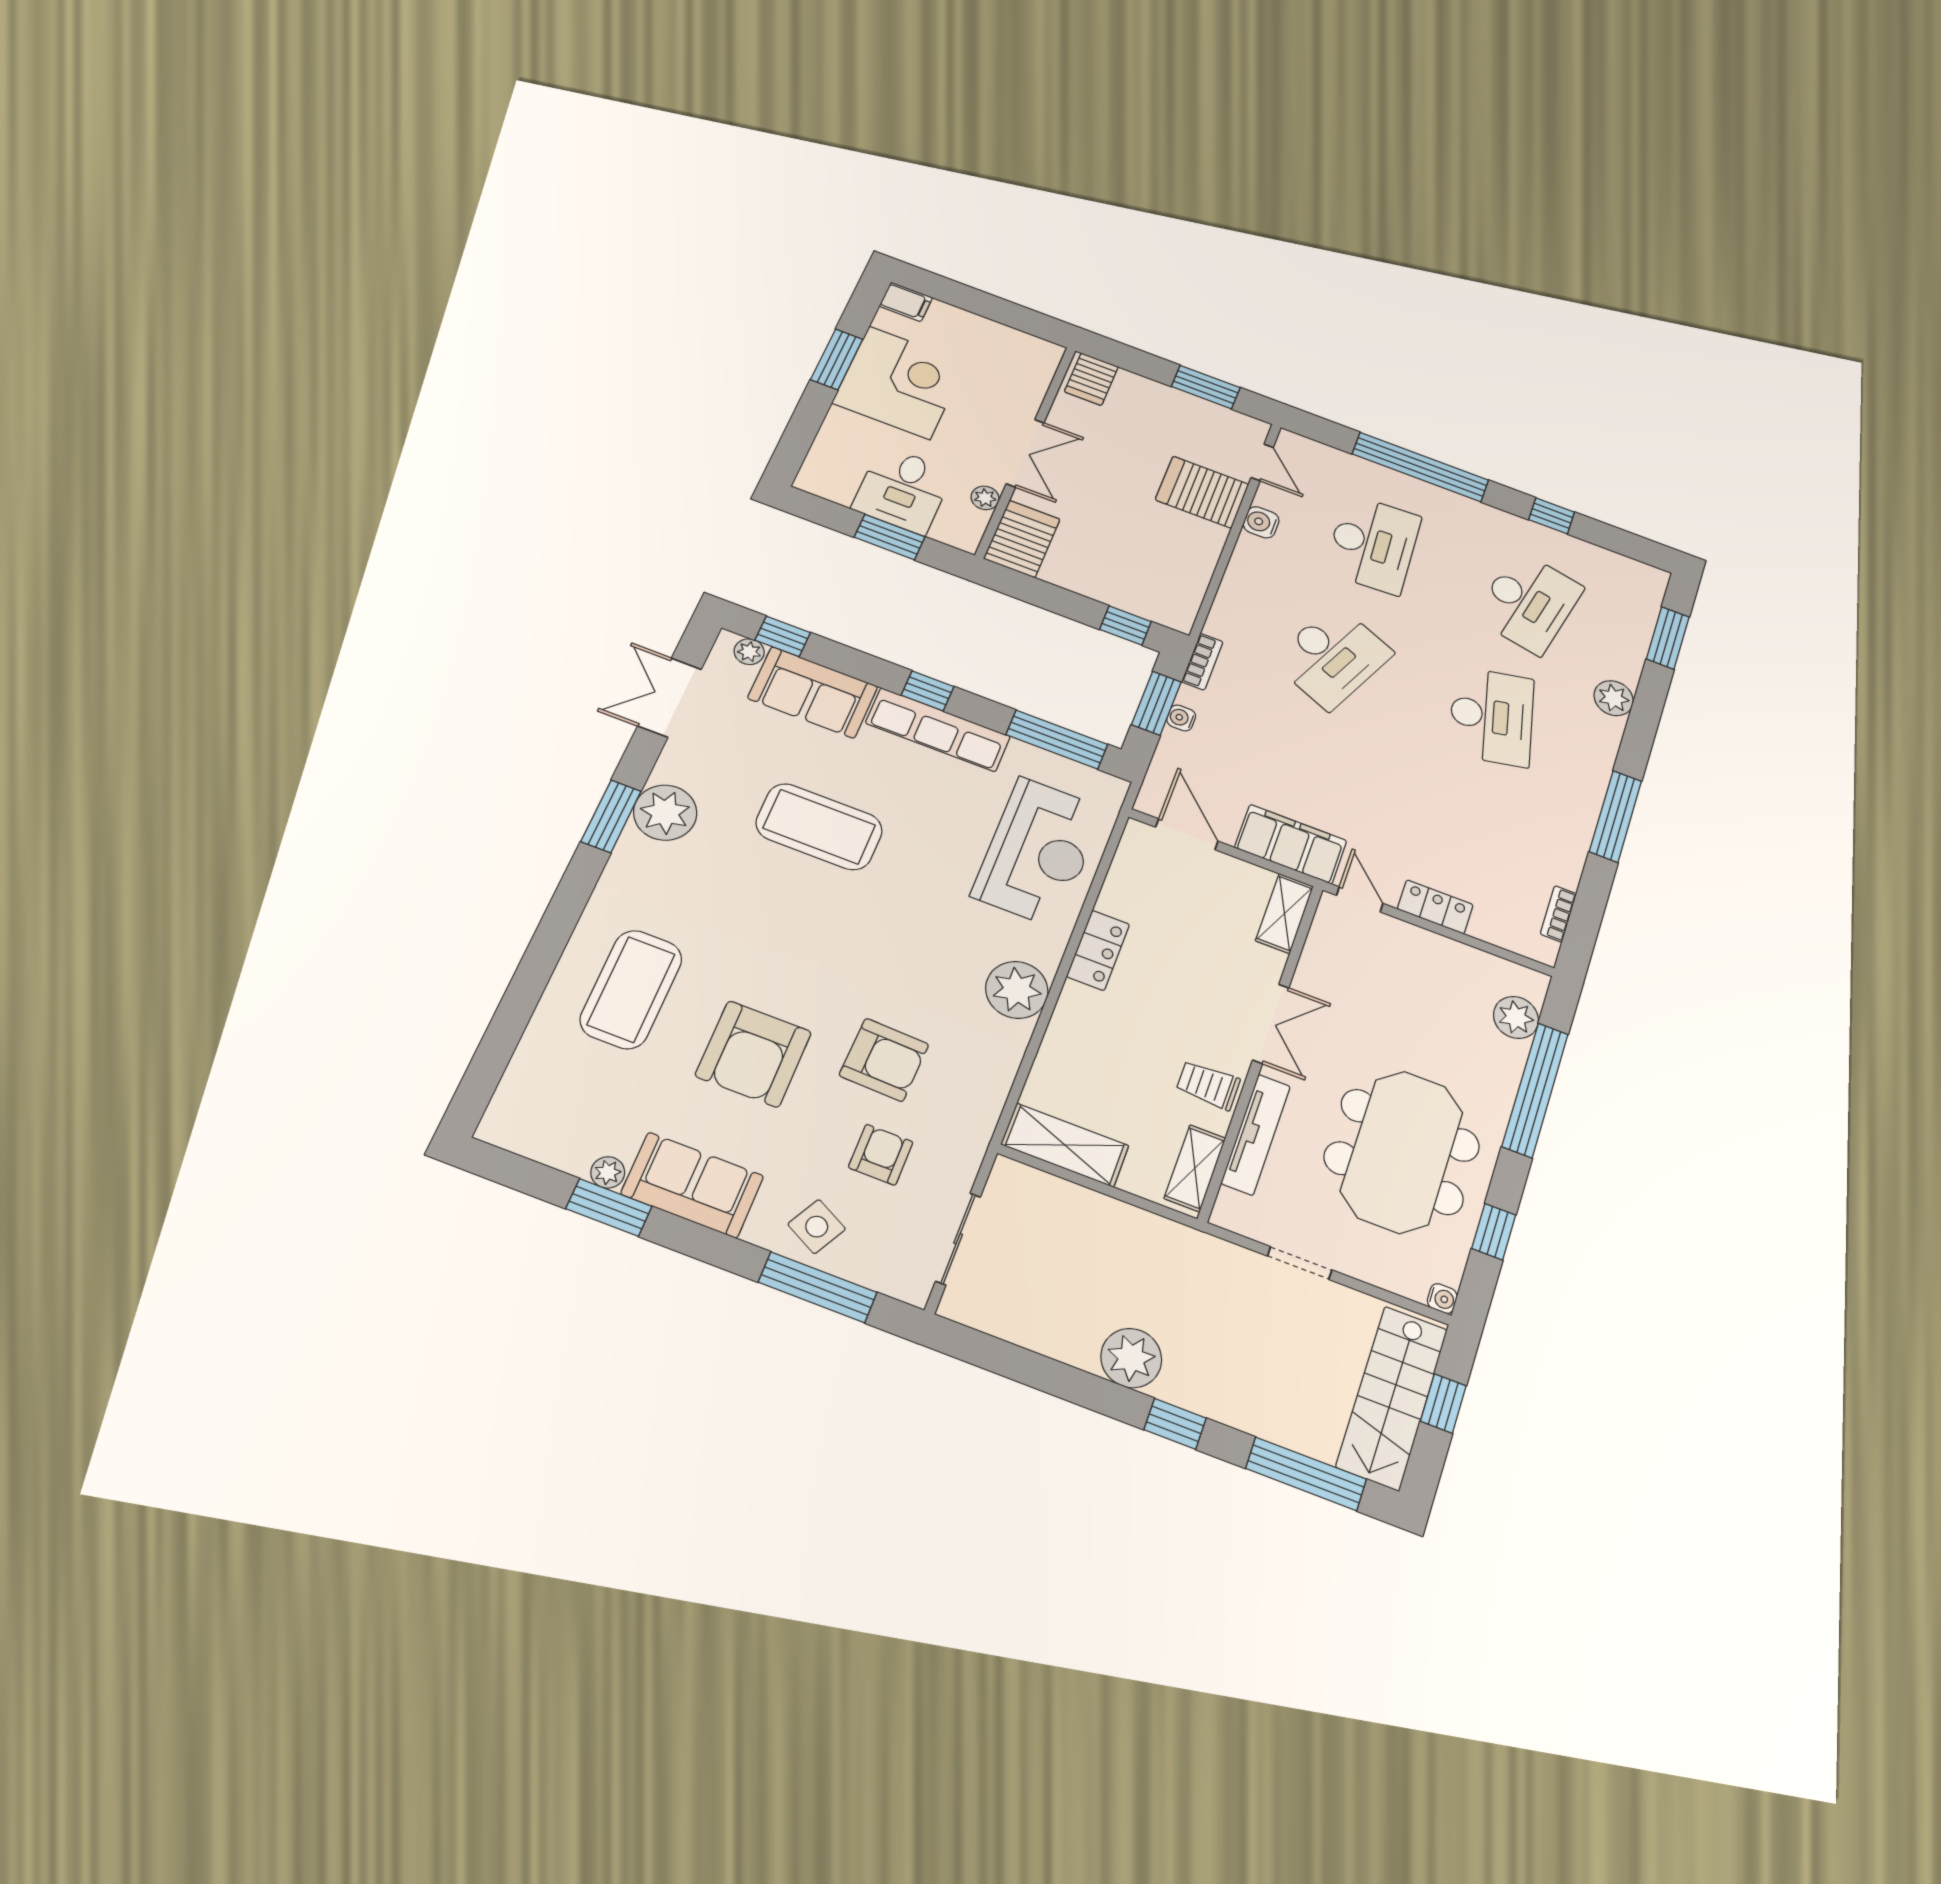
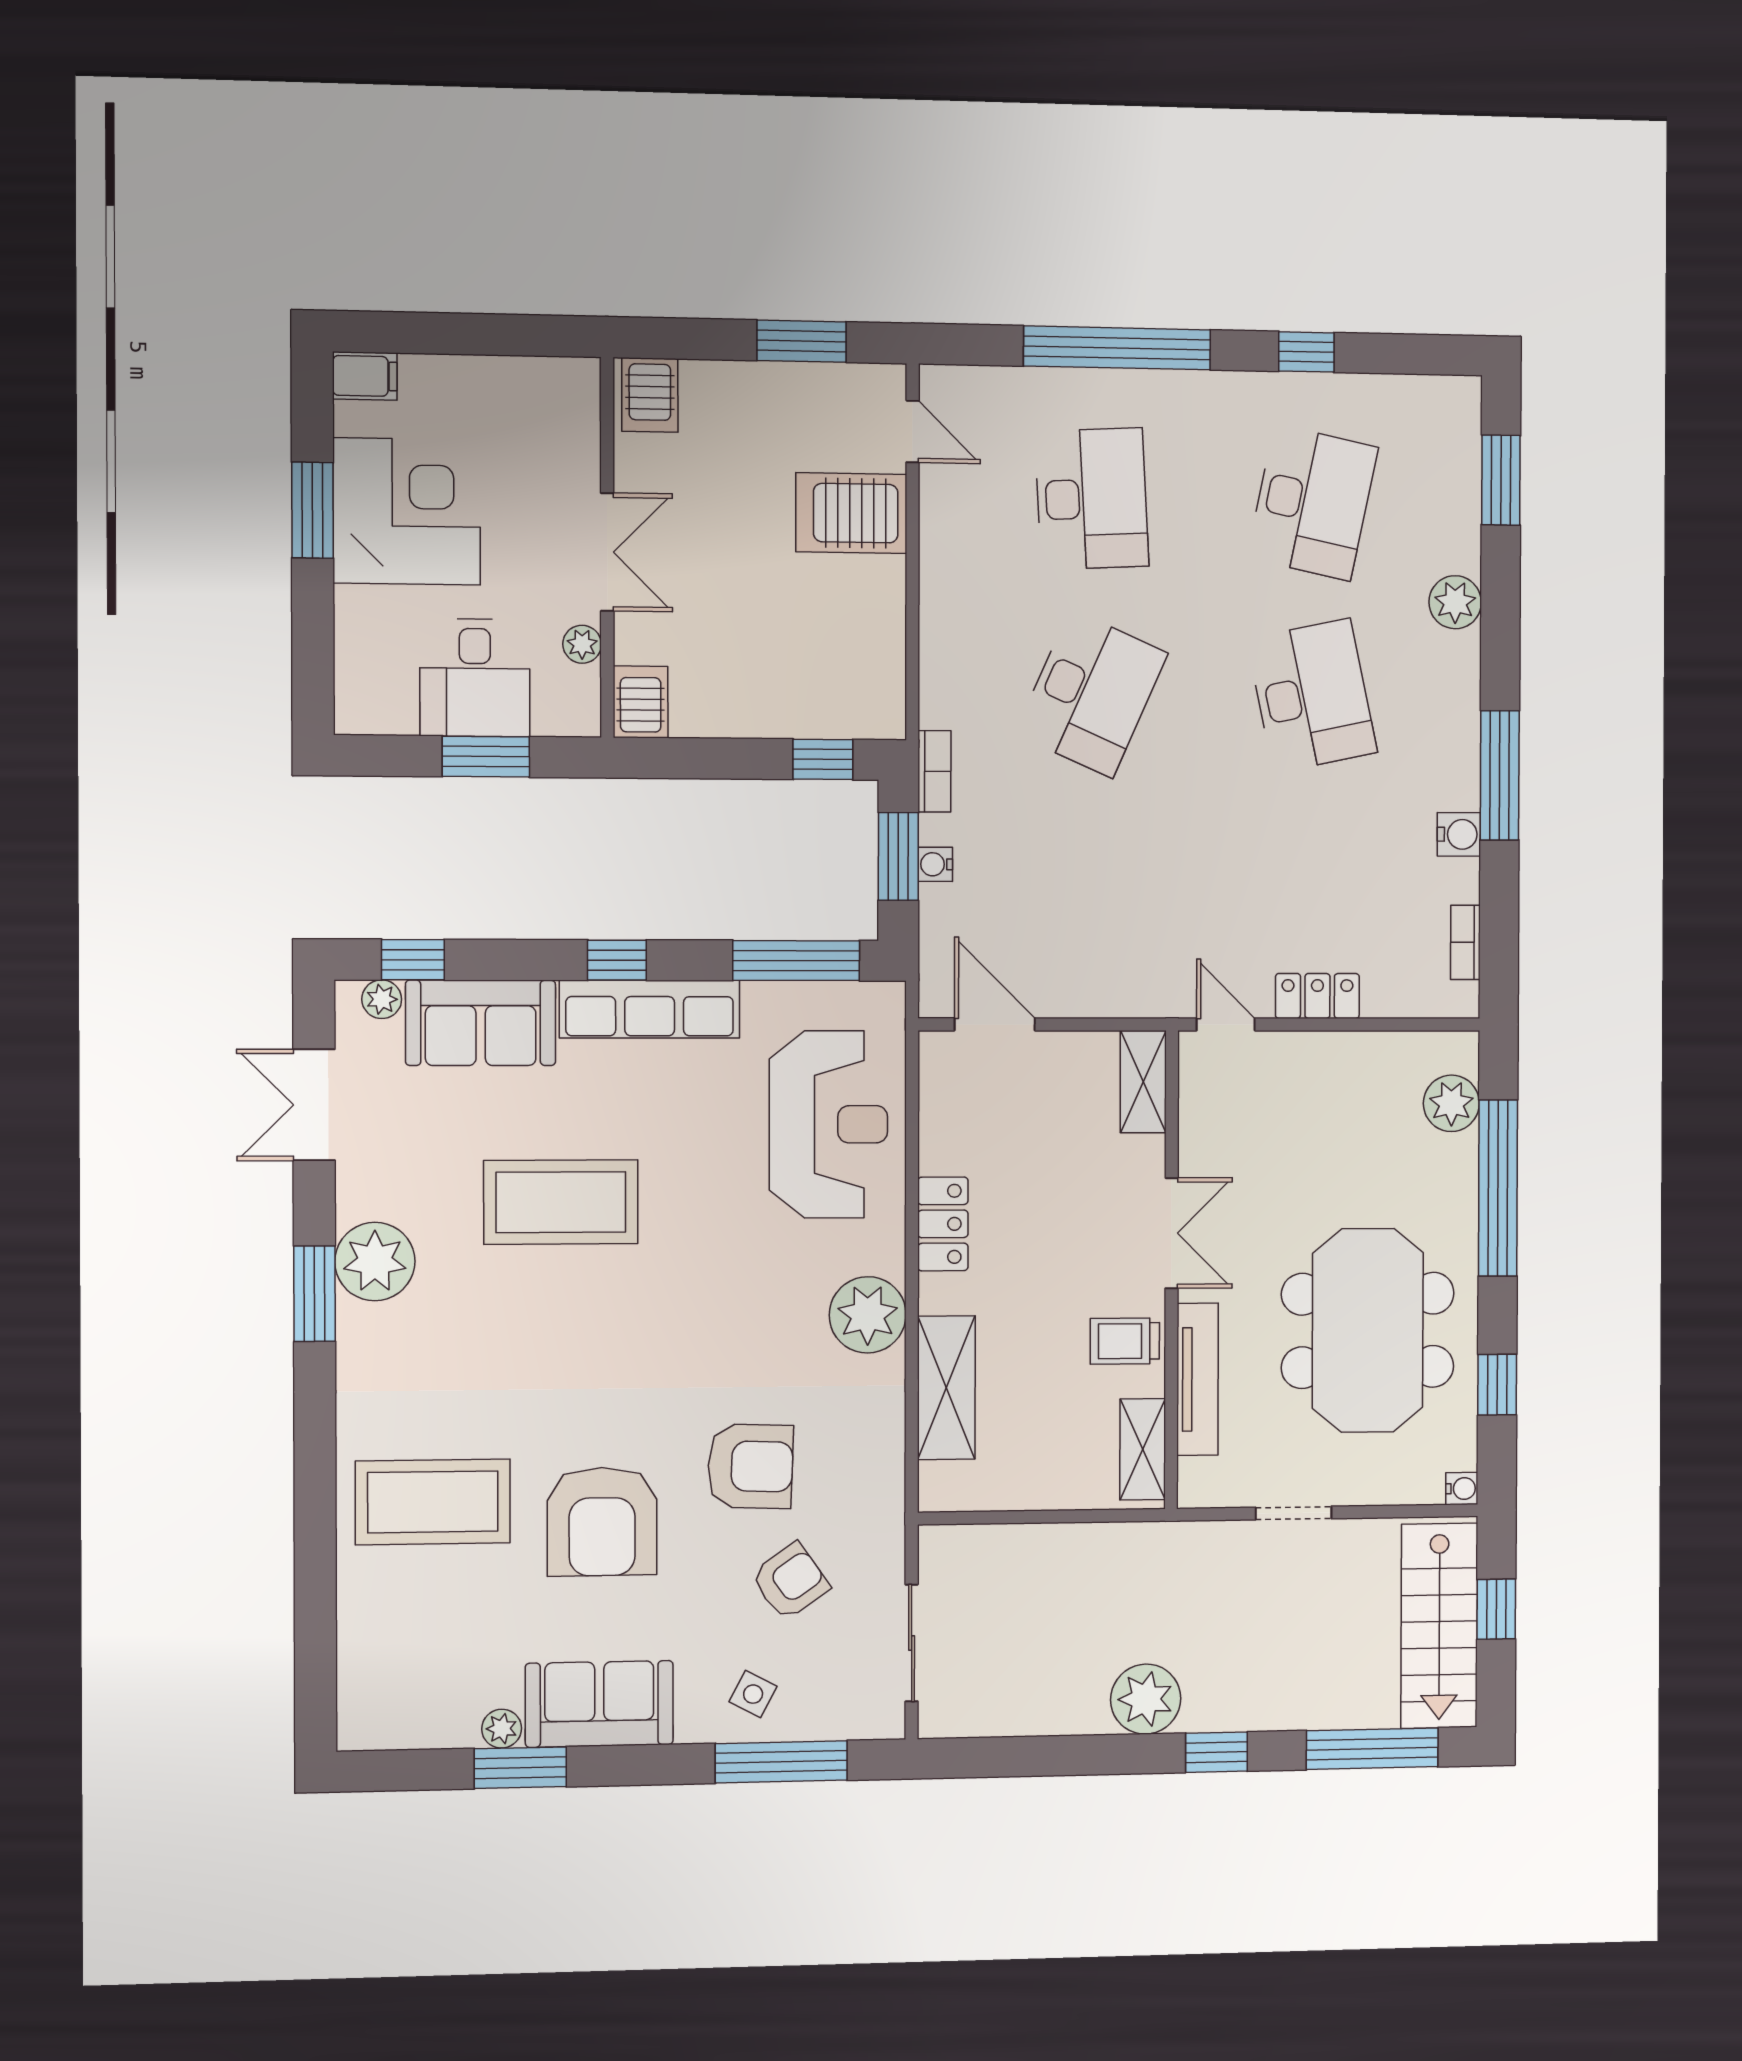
water cooler: (1261, 522) -> (1459, 834), moved, turned 180
server rack: (1022, 539) -> (641, 702), width x0.73, depth x0.70
filing cabinet: (1291, 844) -> (1122, 984), removed
coffee table: (631, 989) -> (433, 1502), turned 90
shelving: (1065, 1145) -> (946, 1388), moved, turned 90
armchair: (881, 1155) -> (790, 1581), turned 55
side table: (817, 1227) -> (753, 1694), width x0.73, depth x0.73

